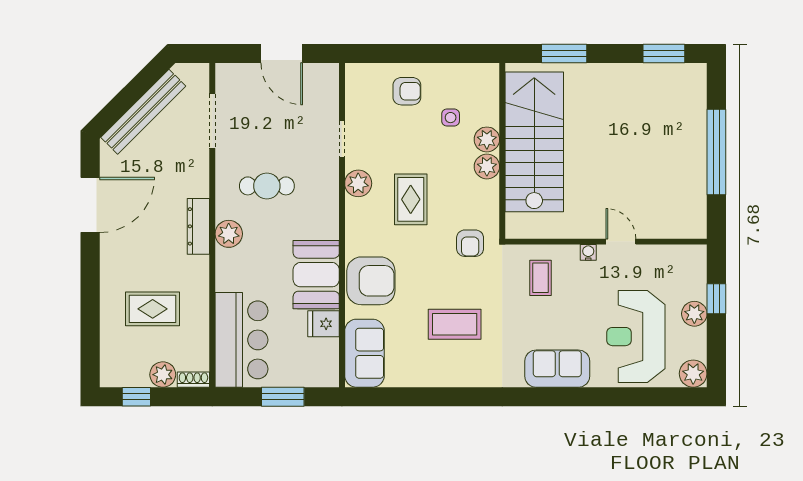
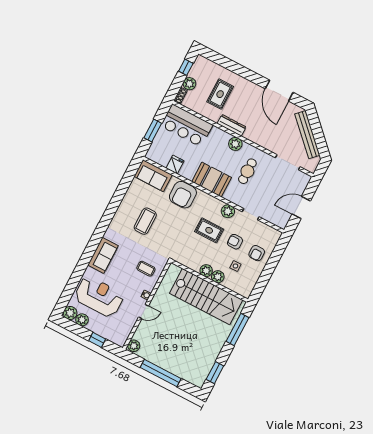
window: (564, 53) -> (238, 329), width x1.44
dresser: (198, 226) -> (232, 125), moved
plant: (692, 227) -> (134, 346), added
armchair: (470, 243) -> (235, 242), moved
booth: (316, 275) -> (212, 180), moved
plant: (694, 314) -> (82, 320), moved

